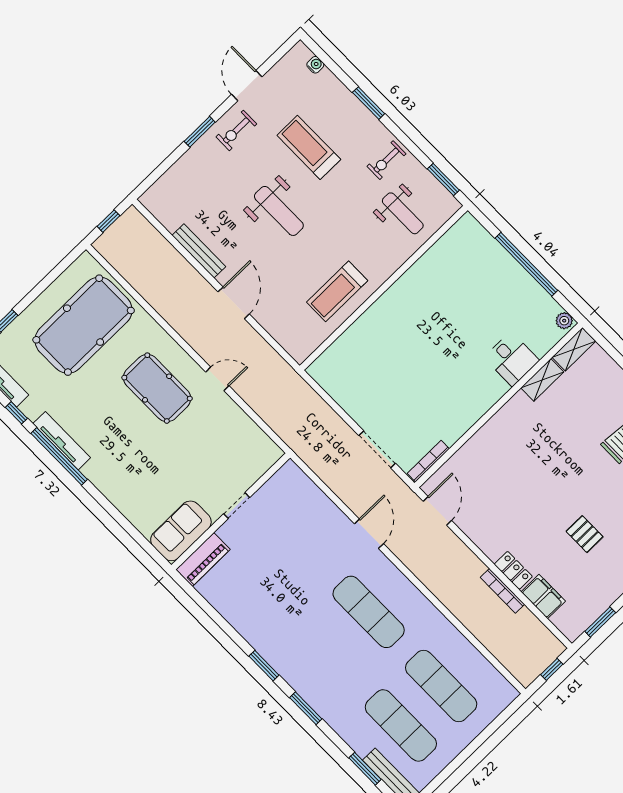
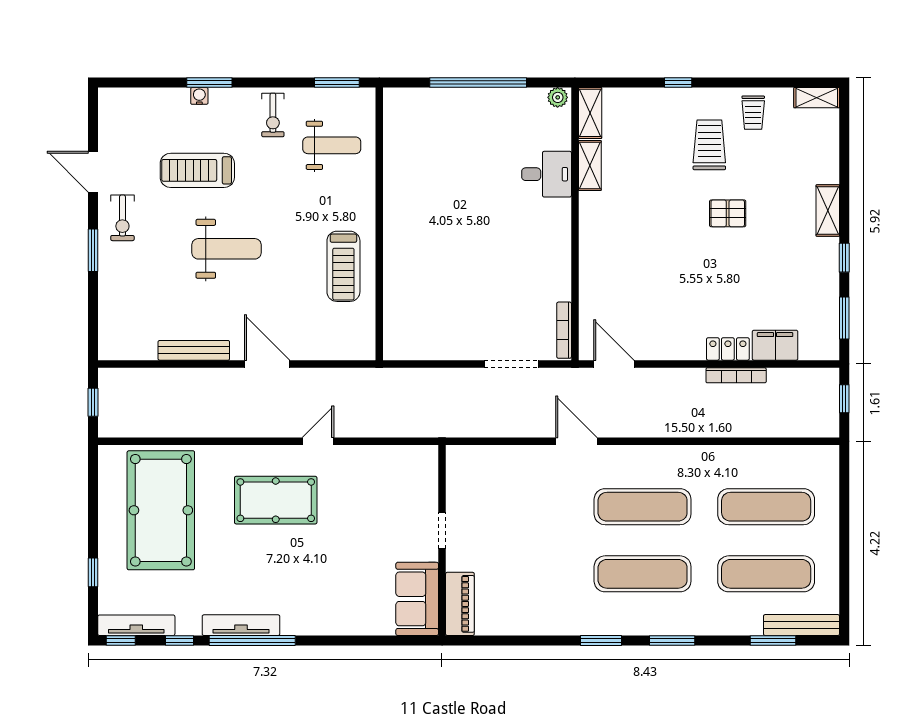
water cooler: (315, 65) -> (199, 96), moved
pallet: (585, 534) -> (728, 213), moved
exercise mat: (328, 651) -> (643, 574), added

